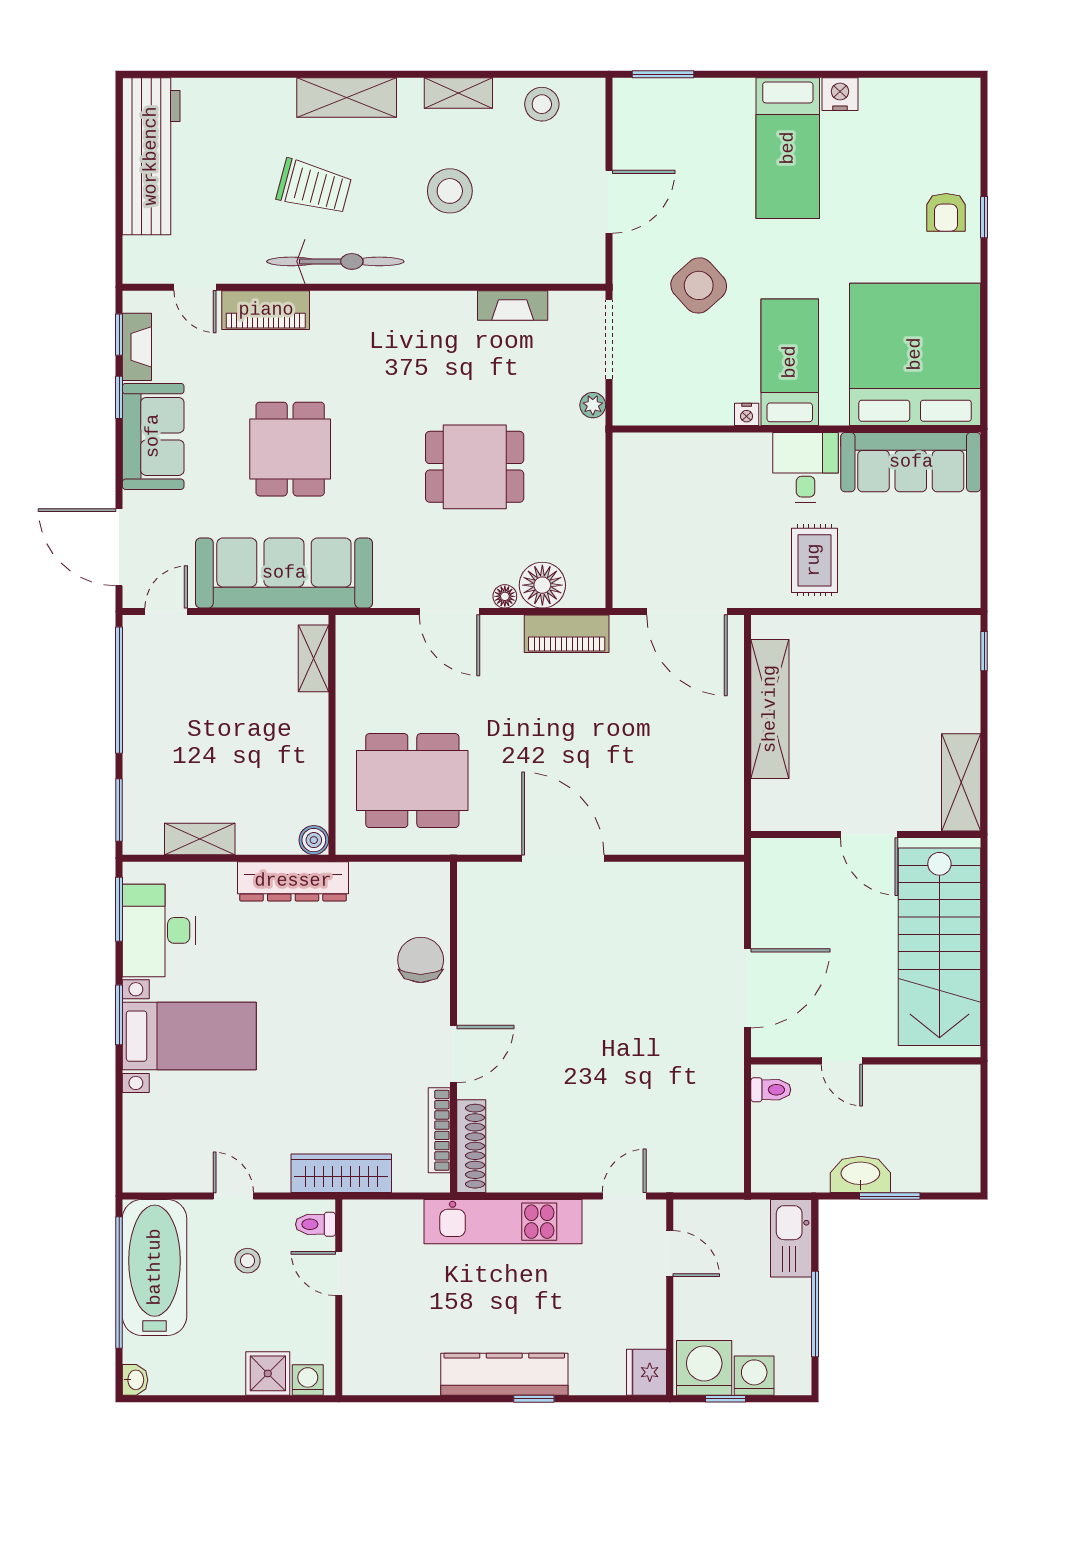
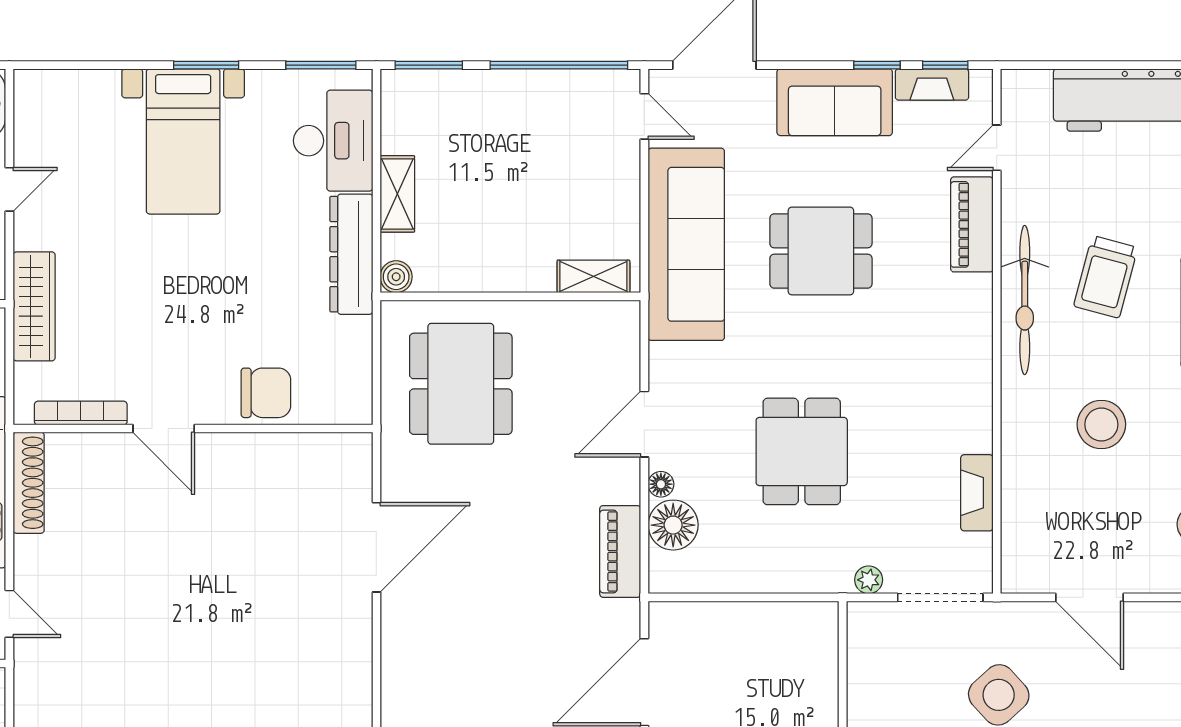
shelving: (200, 839) -> (397, 194), moved
desk: (159, 930) -> (333, 141), moved, turned 90
shoe rack: (471, 1146) -> (29, 483), moved, turned -90

